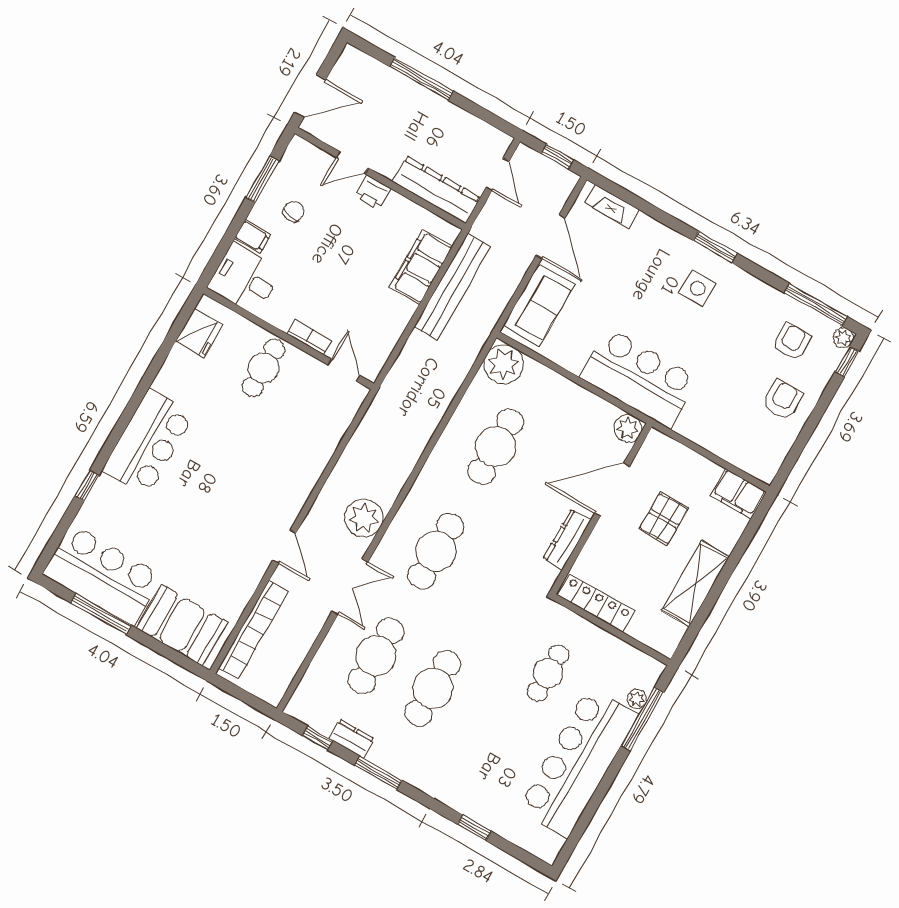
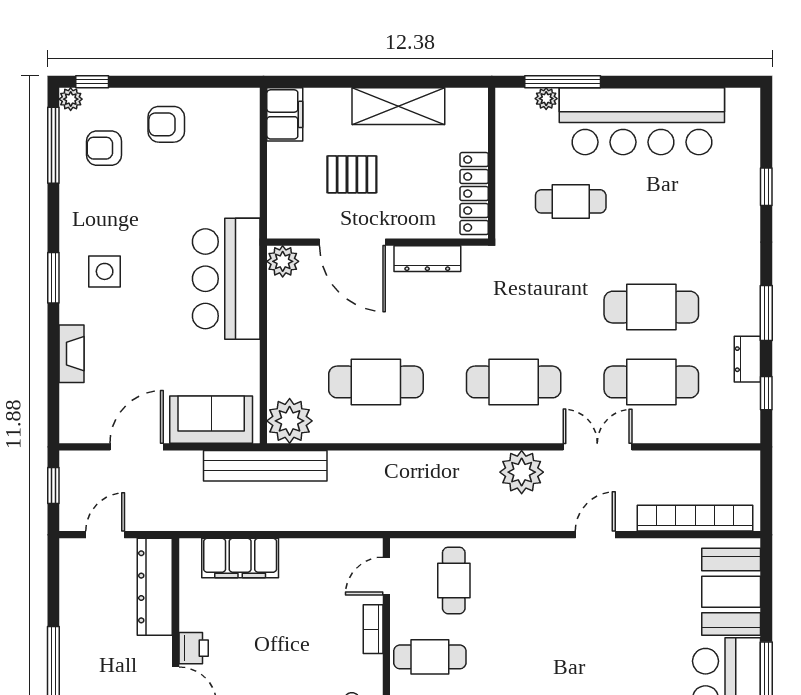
fireplace: (612, 206) -> (72, 354), moved
bench: (452, 287) -> (265, 466), moved
cafe table: (311, 419) -> (454, 580), added

